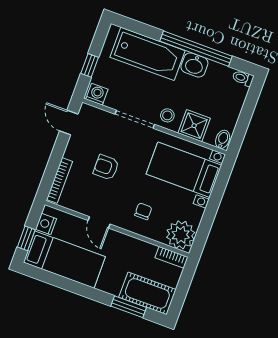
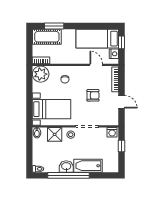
bathtub: (148, 54) -> (88, 166), width x0.73, depth x0.73
door: (69, 123) -> (121, 102), moved
door: (99, 222) -> (96, 65), moved

